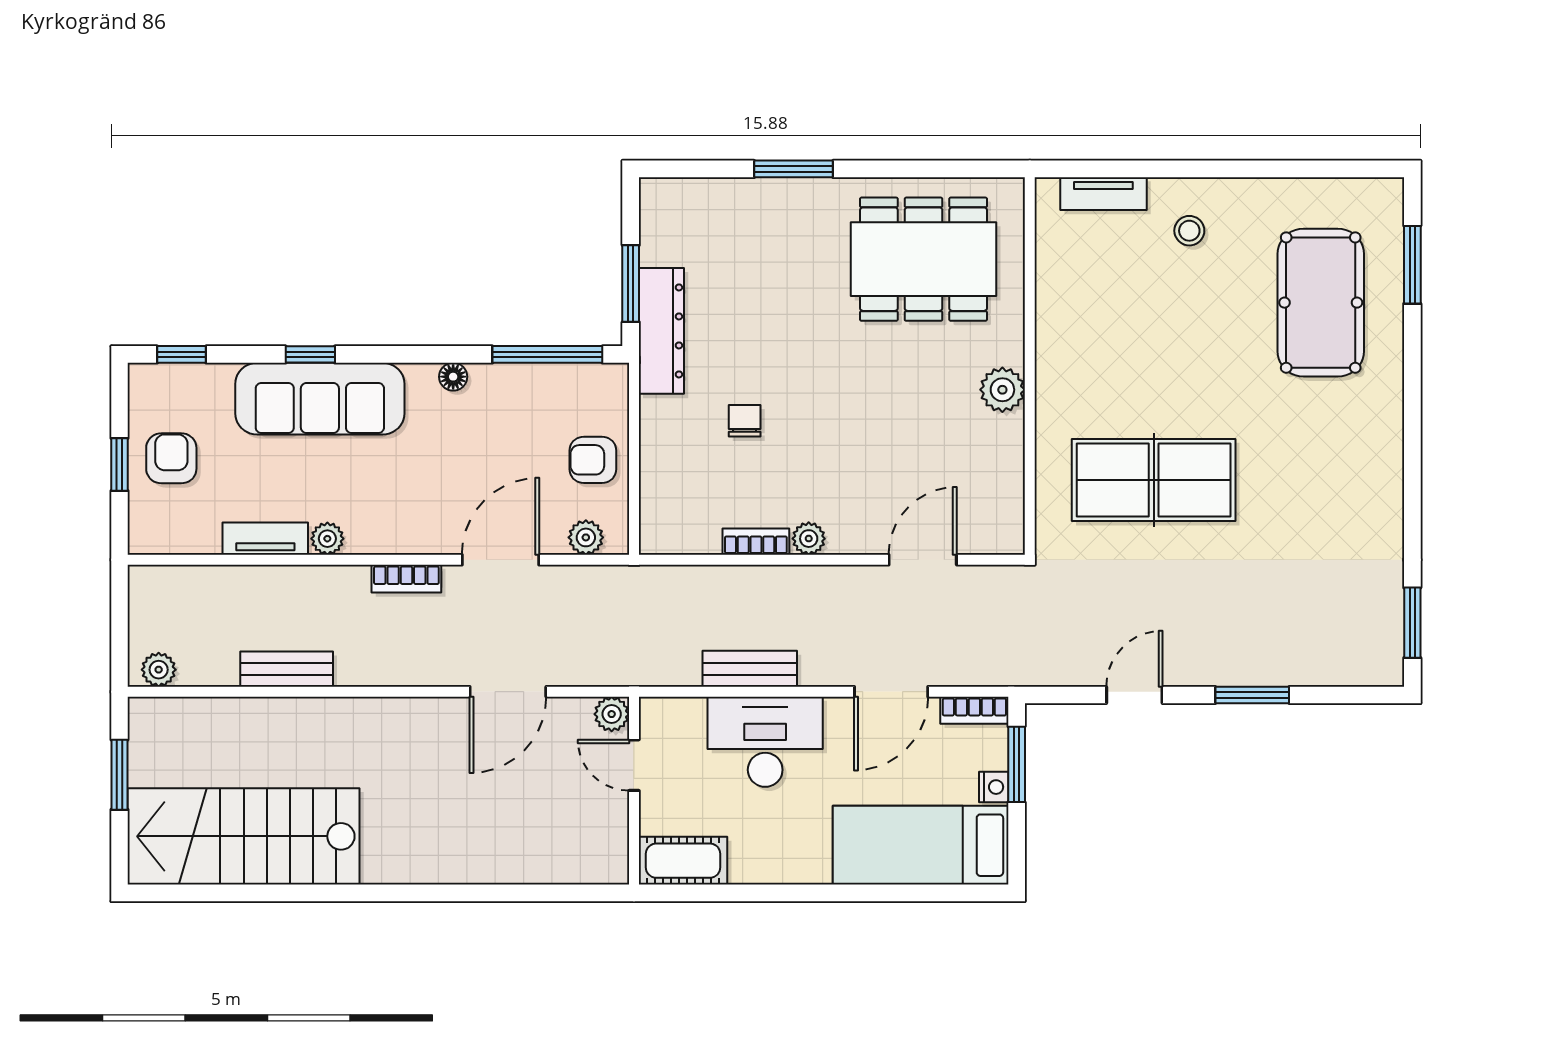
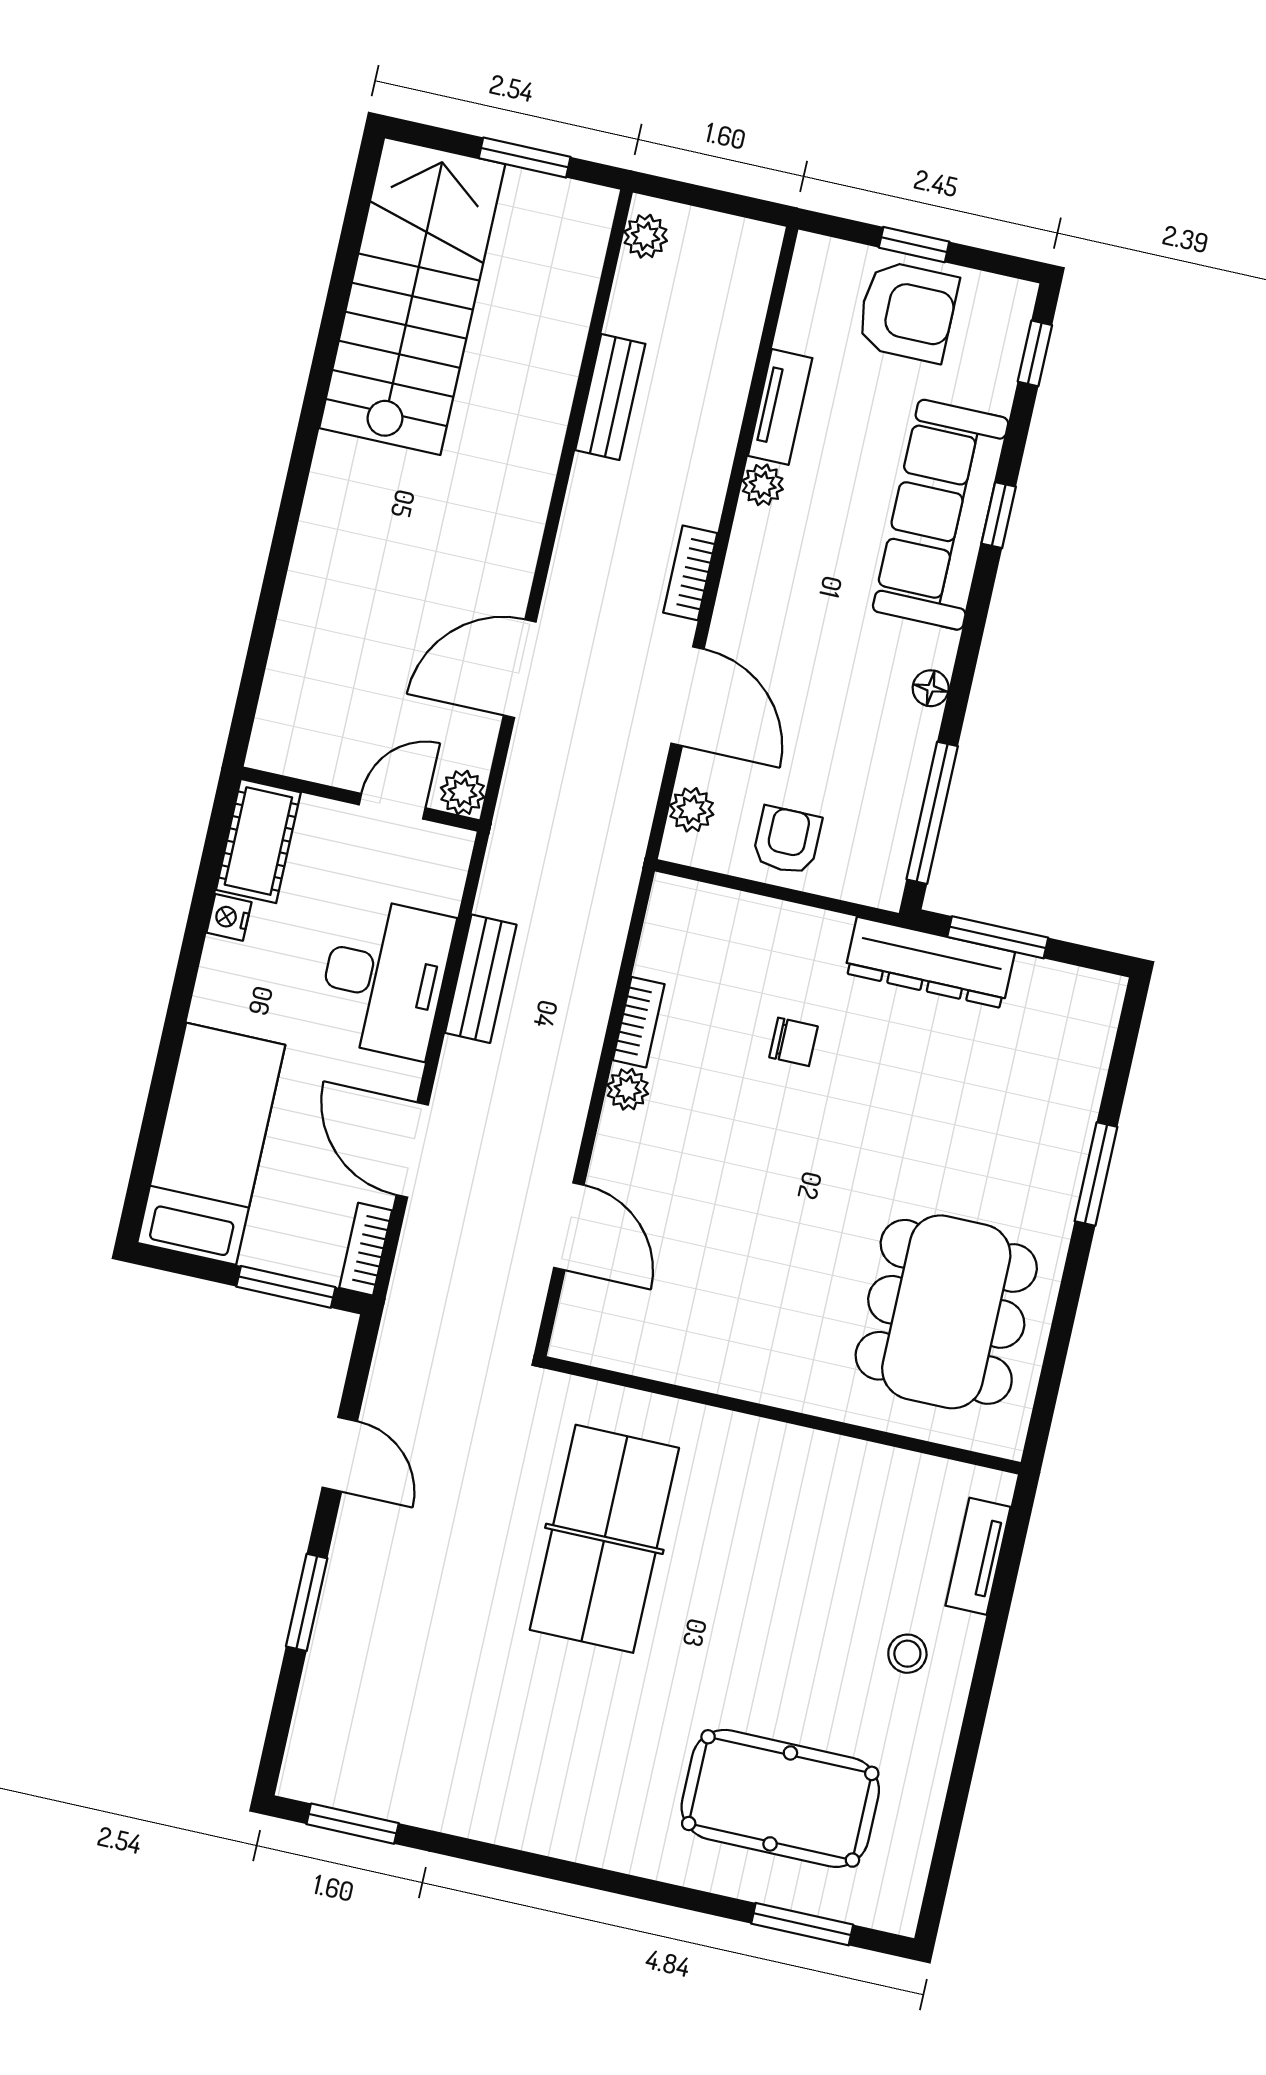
plant: (1002, 390) -> (760, 1374), removed
armchair: (171, 458) -> (907, 311), width x1.38, depth x1.38
door: (508, 692) -> (520, 669), hinge flipped
nightstand: (994, 787) -> (229, 917), moved, turned 90

